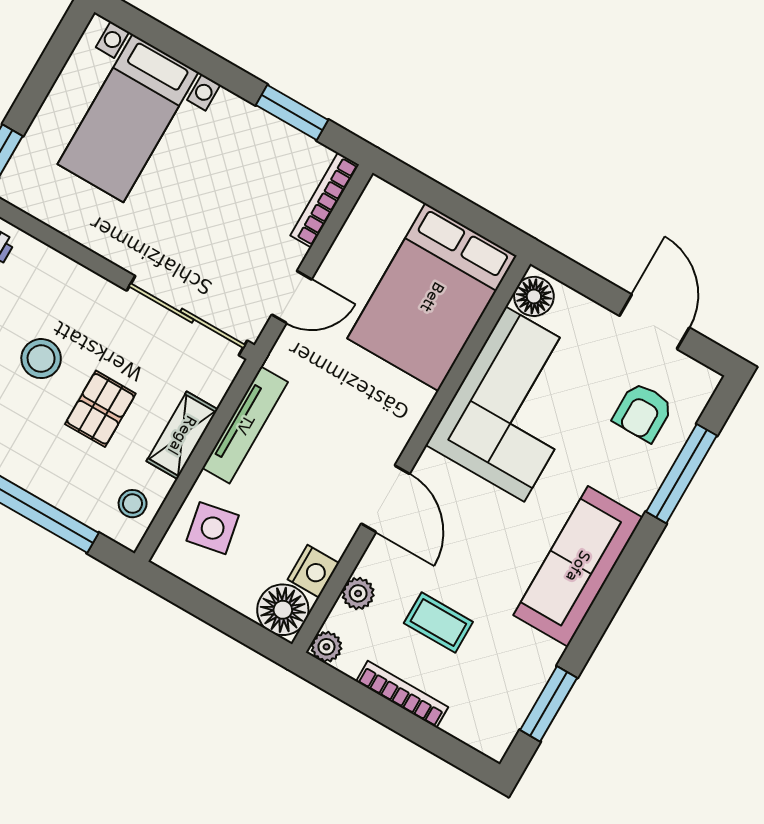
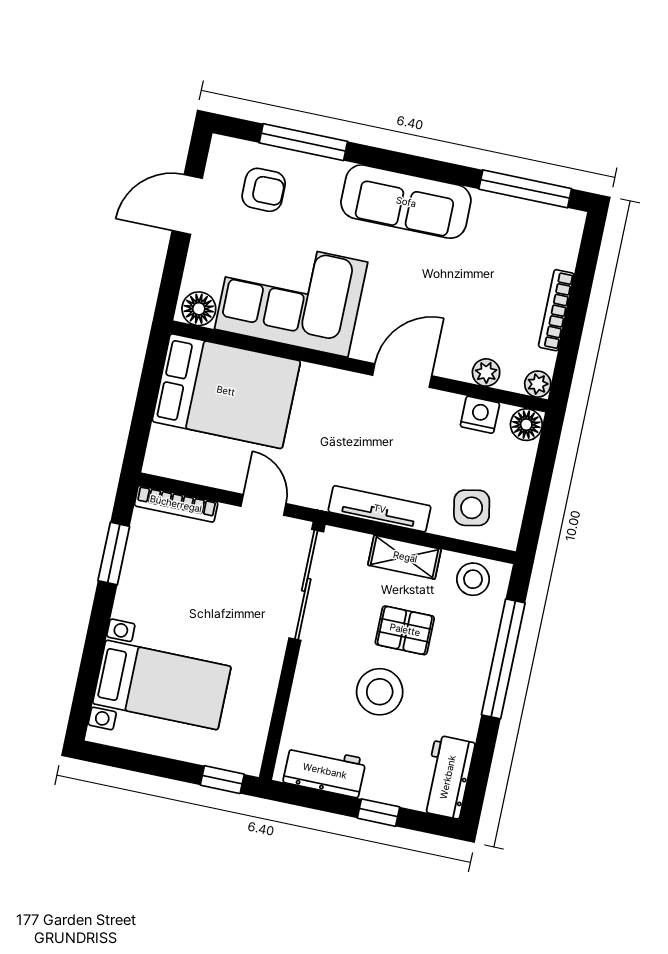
stool: (41, 359) -> (380, 692), width x1.38, depth x1.38
stool: (133, 504) -> (473, 579), width x1.37, depth x1.37
floor lamp: (283, 610) -> (526, 425), width x0.73, depth x0.73
coffee table: (438, 623) -> (488, 300), removed
window: (549, 704) -> (525, 189), width x1.44

